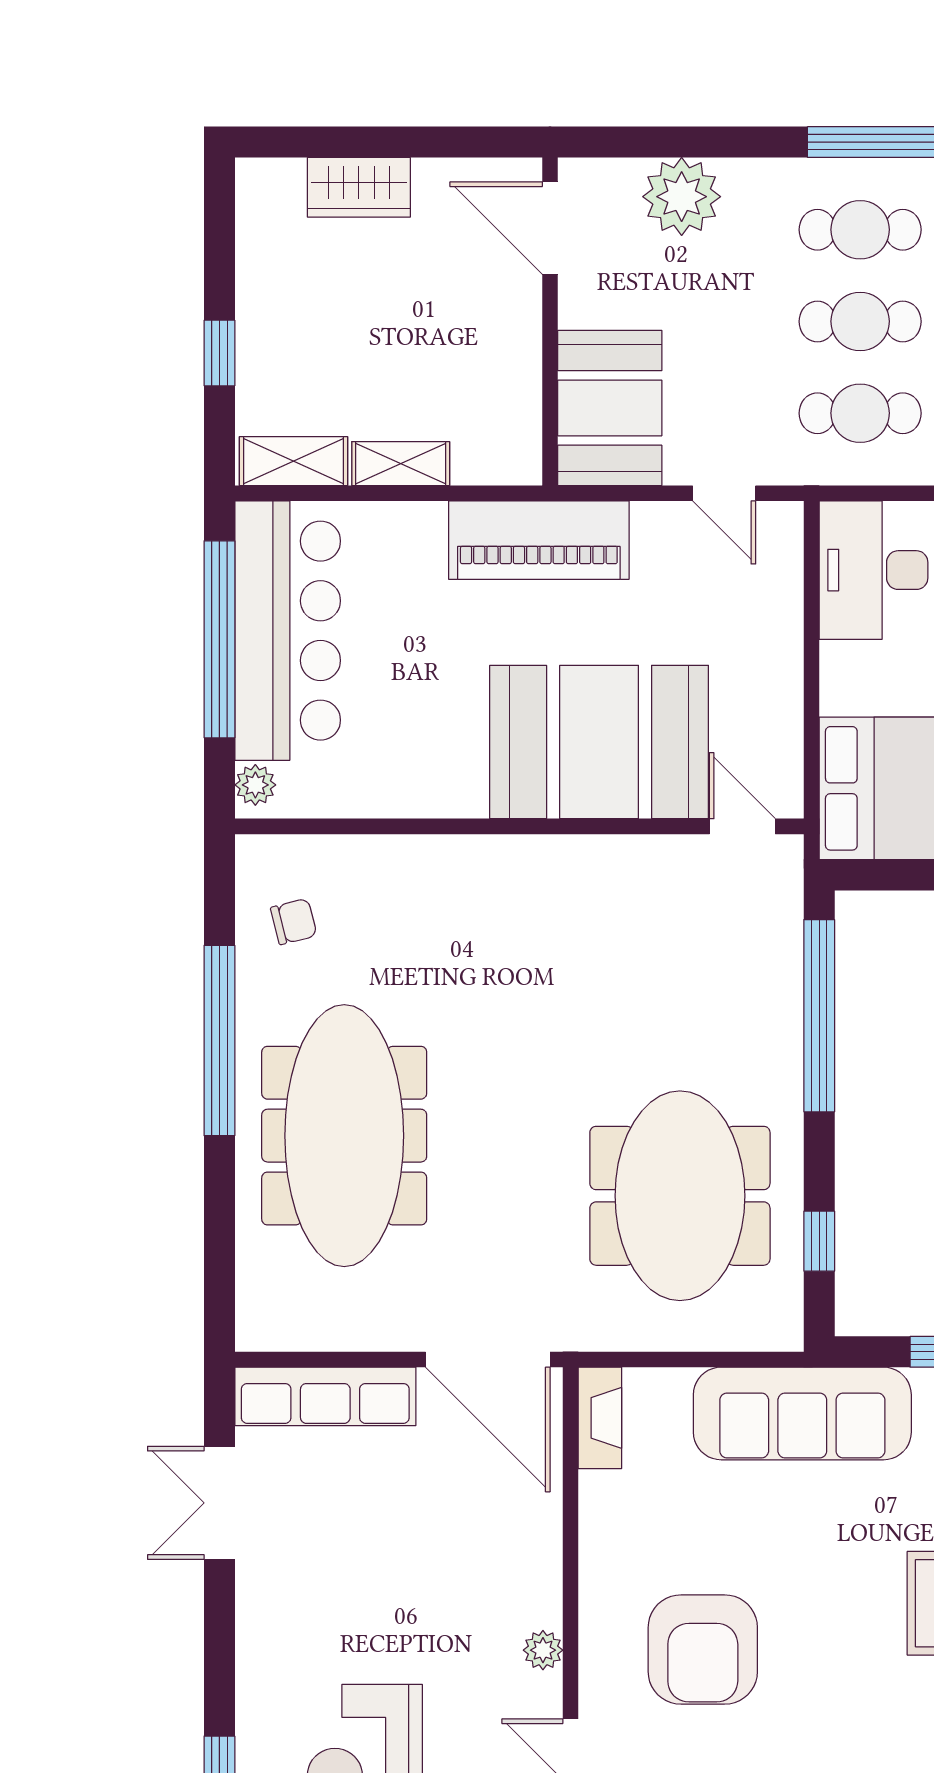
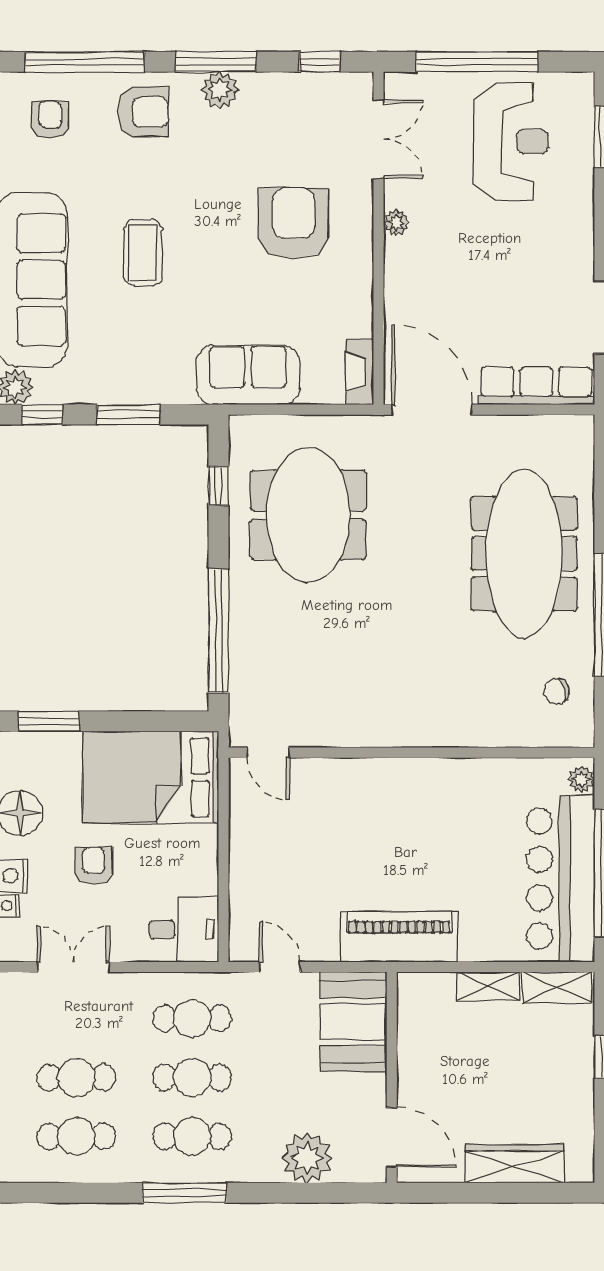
wardrobe: (359, 187) -> (515, 1164), width x1.50
desk: (874, 570) -> (184, 930), width x0.73
booth: (599, 742) -> (360, 807), removed
sofa: (802, 1413) -> (248, 375), width x0.73

